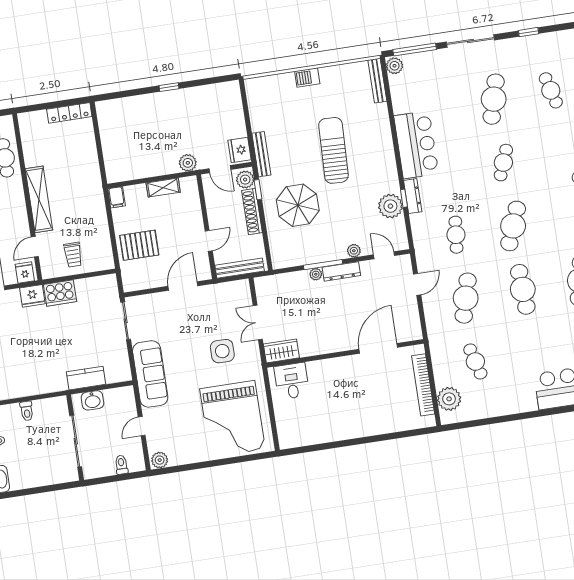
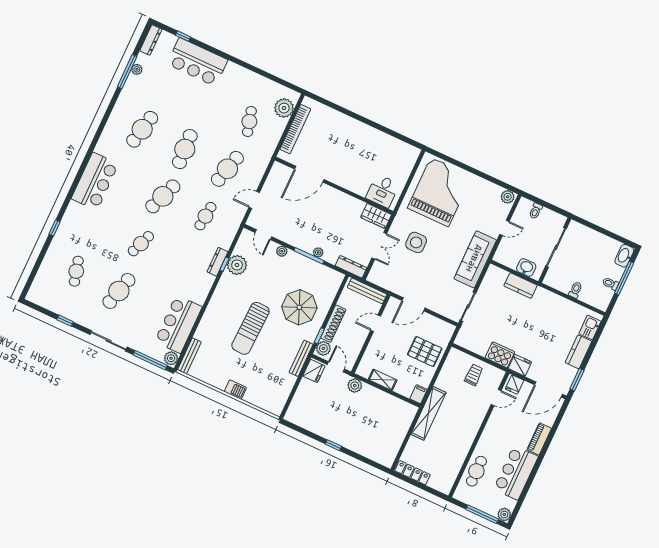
bar counter: (416, 145) -> (178, 324), moved
shelving: (39, 199) -> (428, 413), moved
dresser: (341, 271) -> (351, 267), moved

